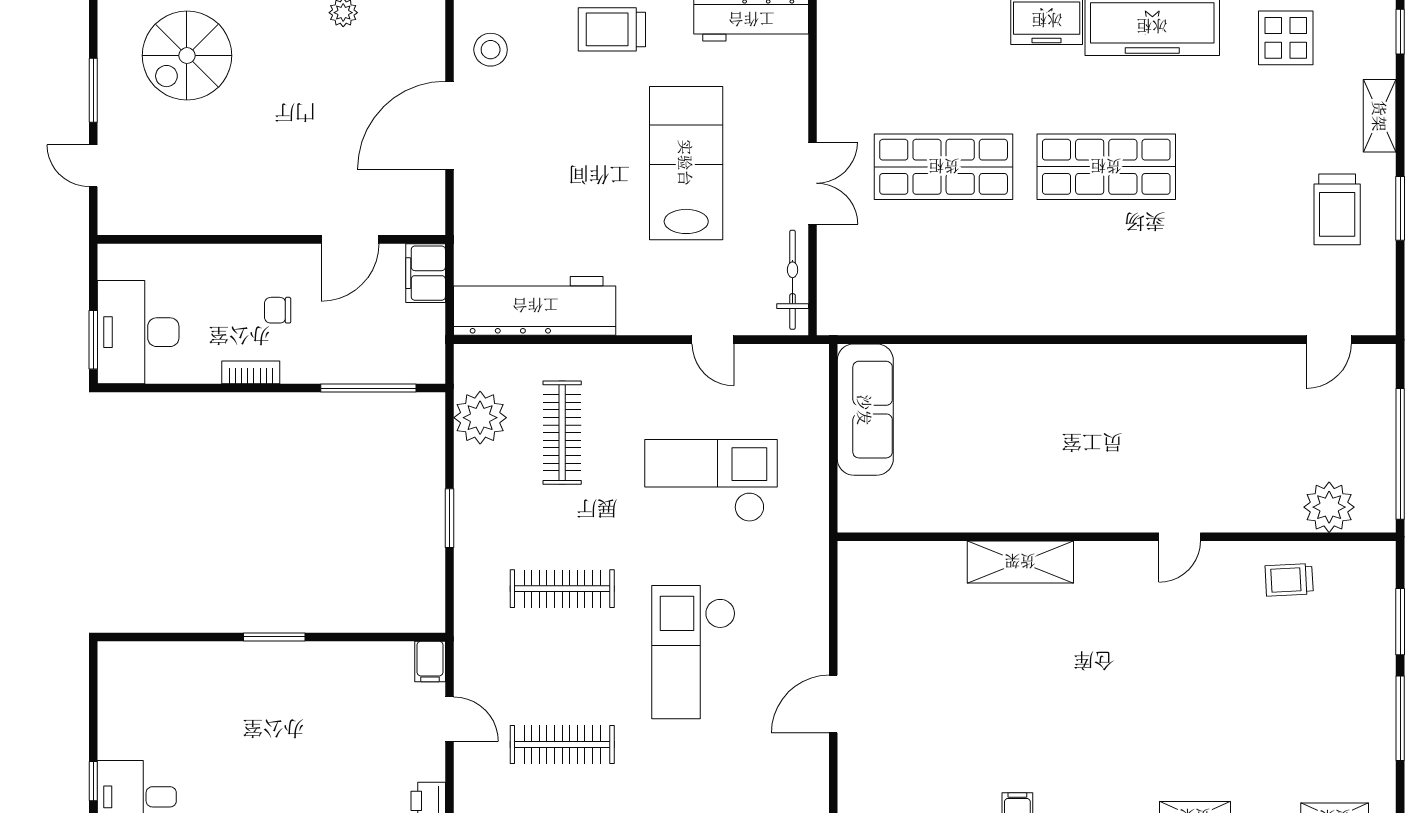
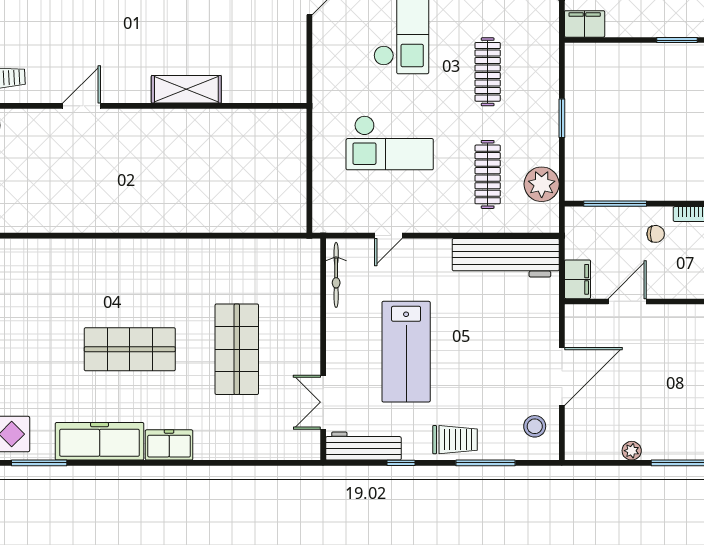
shop shelf: (944, 167) -> (237, 349), turned 90
double door: (812, 183) -> (323, 402), moved
chair: (278, 310) -> (656, 234), moved
door: (713, 340) -> (388, 236), swing flipped
sofa: (865, 410) -> (288, 190), removed
door: (1180, 537) -> (81, 106), width x1.38
clothes rail: (562, 589) -> (488, 72), turned 90
filing cabinet: (430, 661) -> (585, 24), width x2.00

